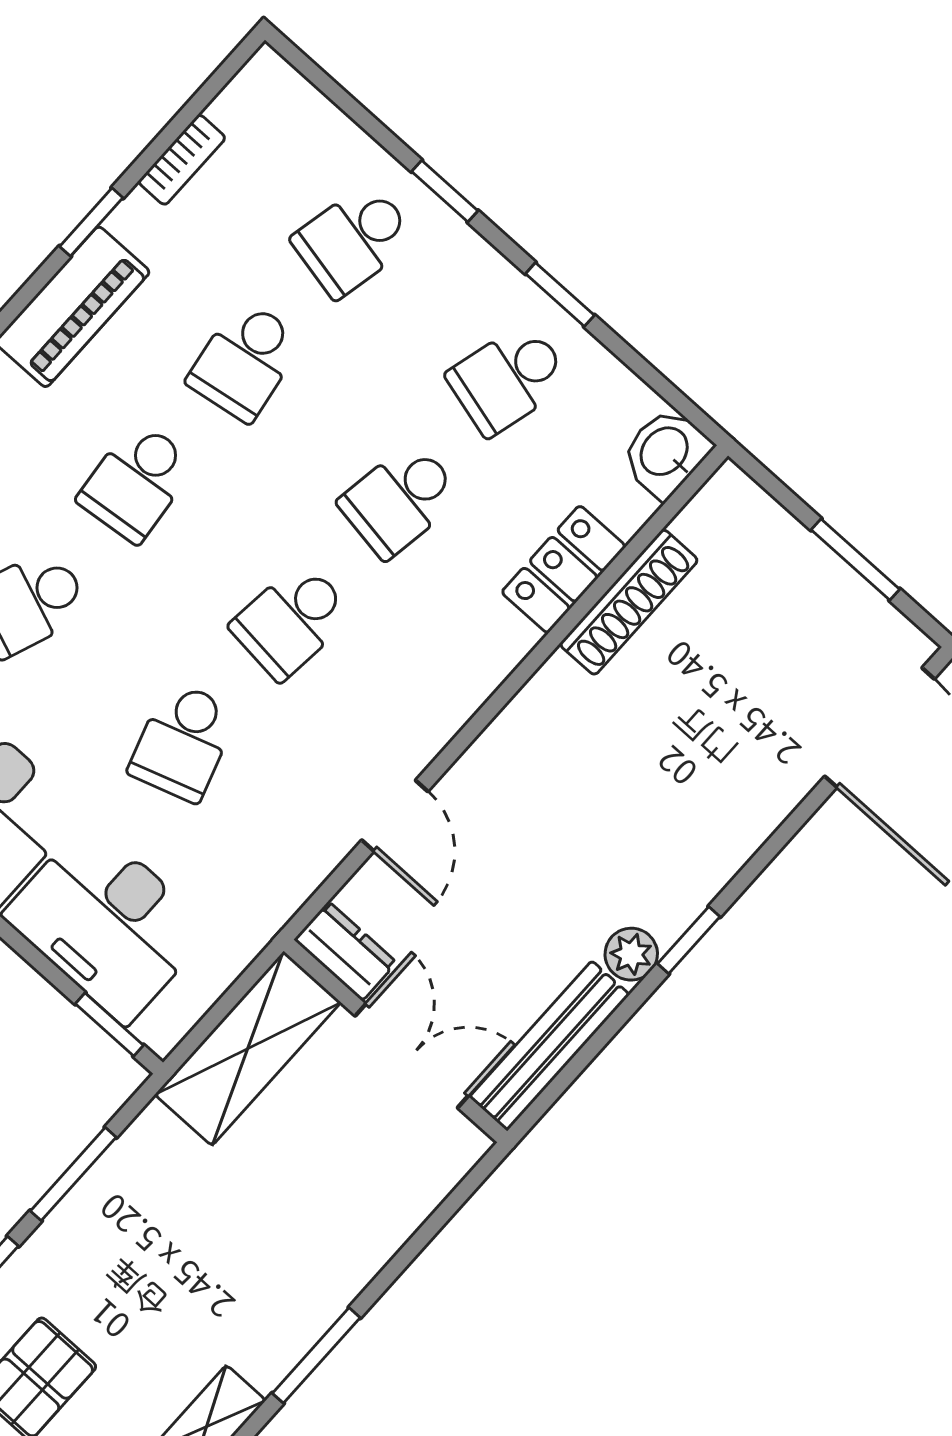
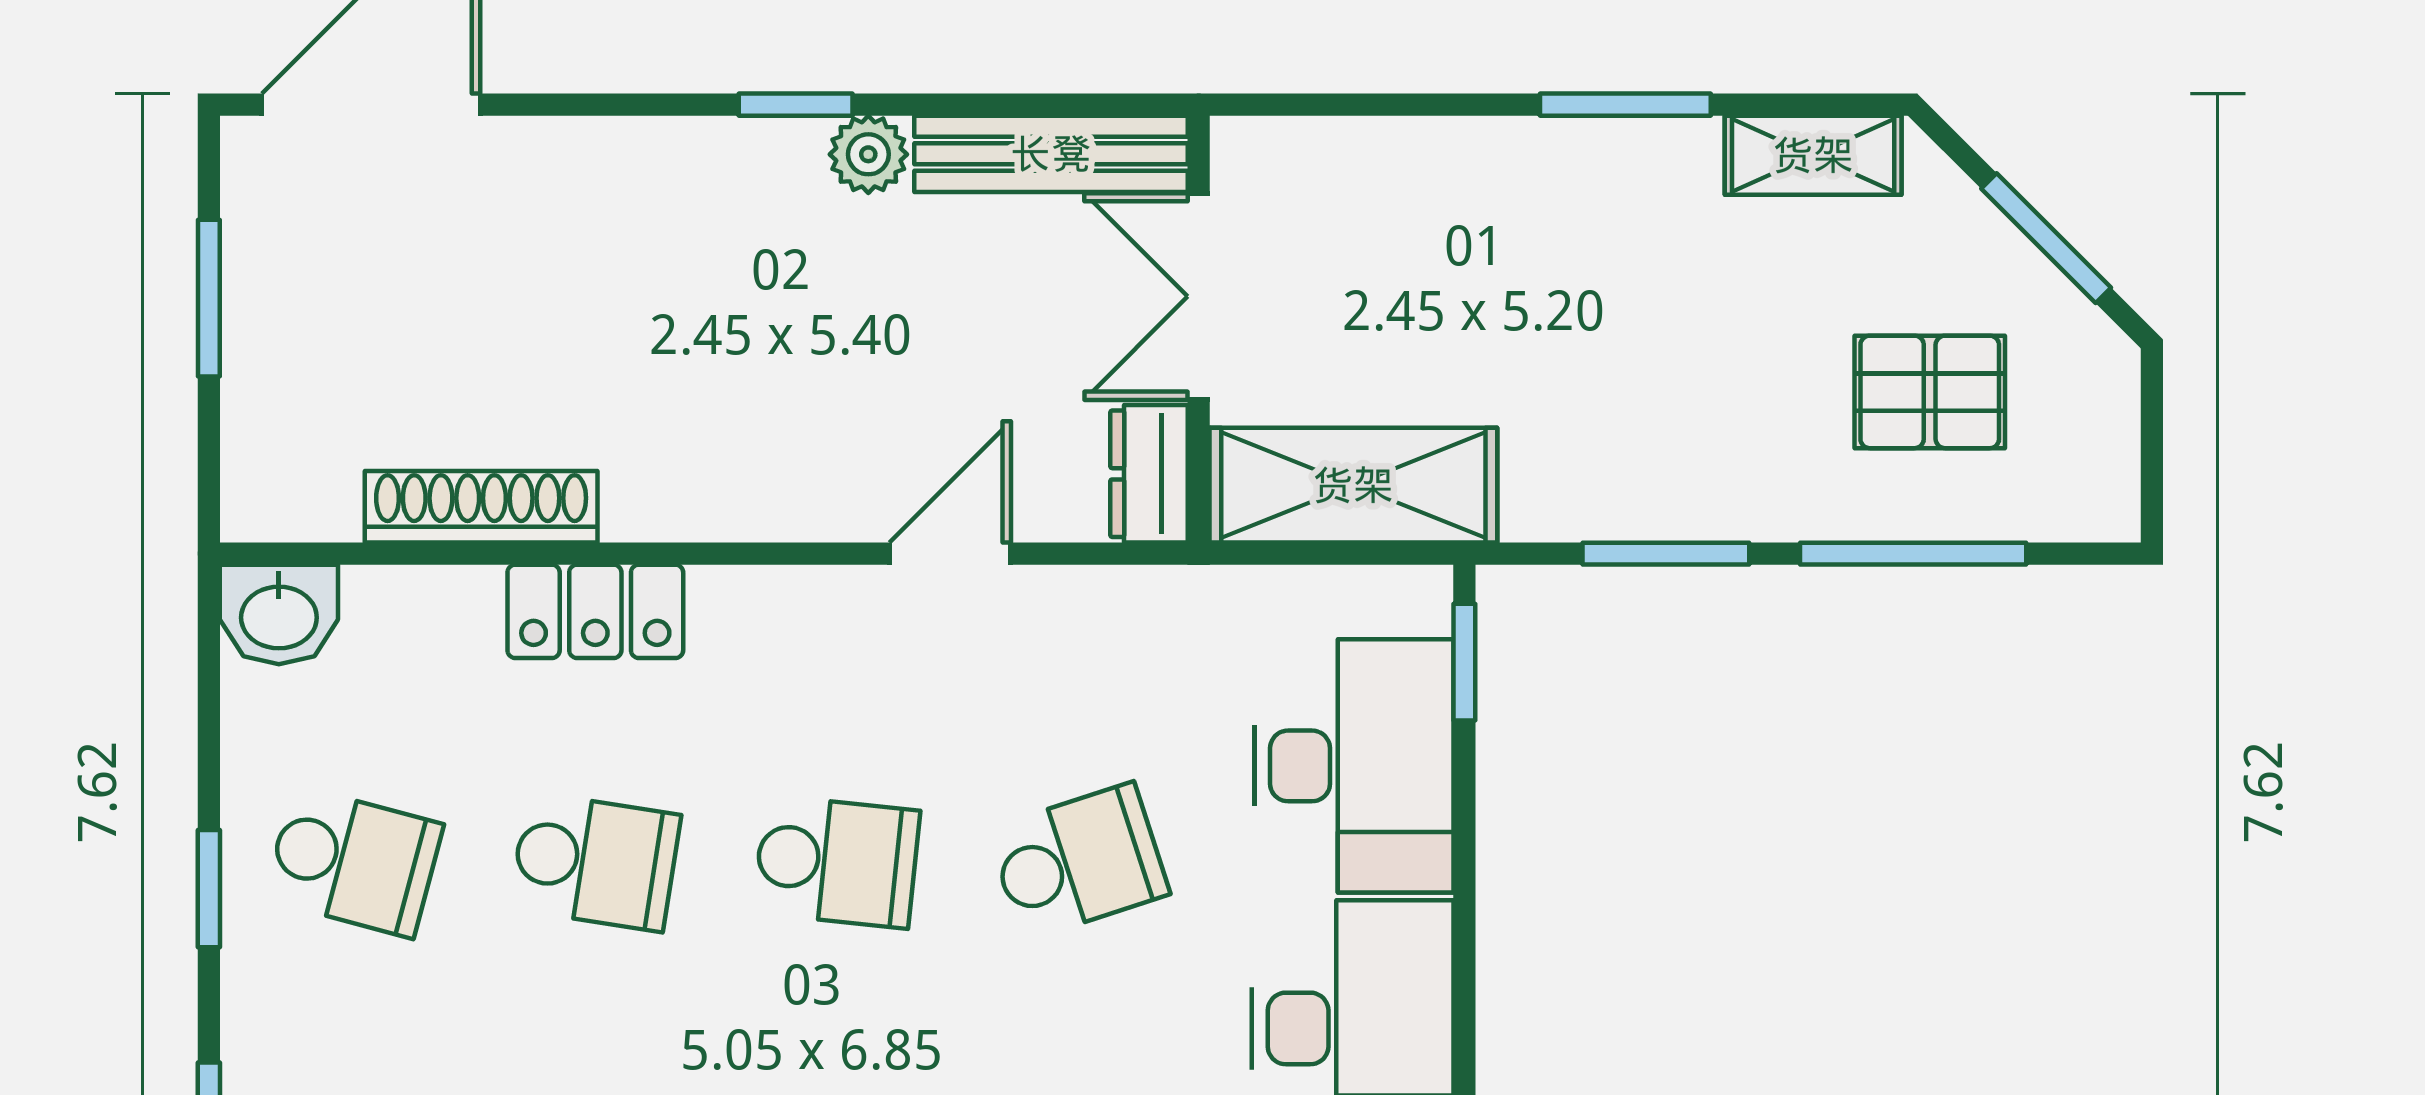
locker: (564, 569) -> (595, 611), moved

